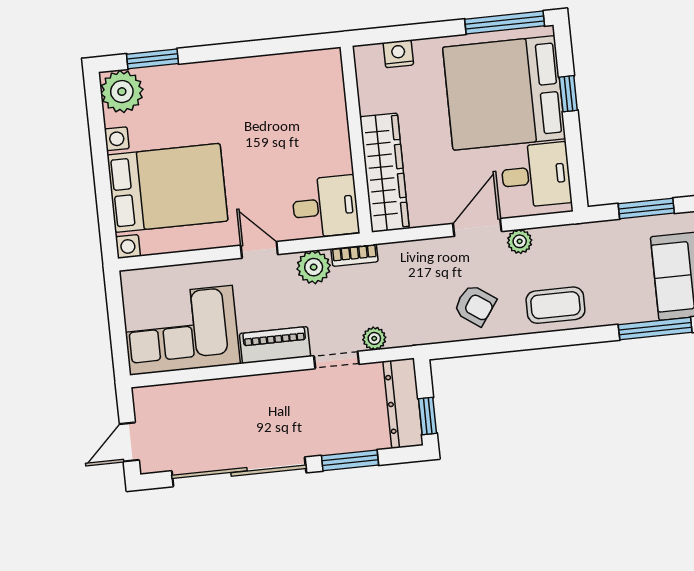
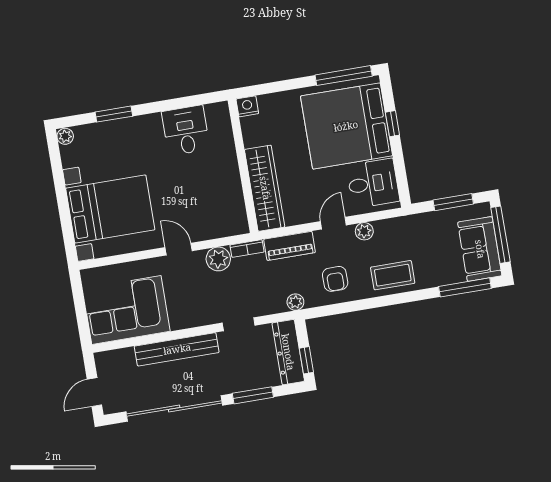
nightstand: (398, 54) -> (247, 106), moved
window: (152, 59) -> (114, 114), moved
plant: (122, 92) -> (65, 136), width x0.53, depth x0.53
desk: (325, 207) -> (186, 130), moved, turned -90
door: (477, 227) -> (333, 223), width x0.73
armchair: (475, 305) -> (335, 279), turned 55
plant: (374, 338) -> (295, 302), moved
piano: (275, 345) -> (290, 246), moved, turned 180
bench: (248, 389) -> (177, 349), added

